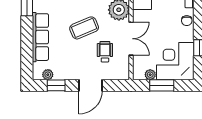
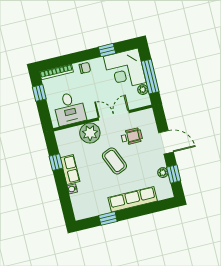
wheelchair: (105, 52) -> (132, 136), turned 180
plant: (48, 75) -> (163, 173), moved
window: (162, 85) -> (150, 77), width x1.44

